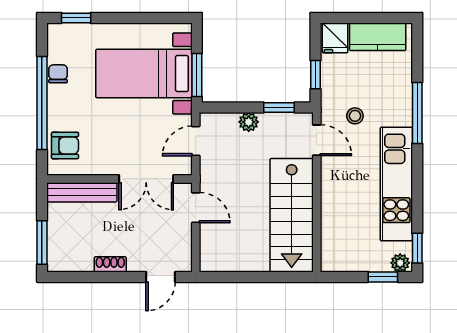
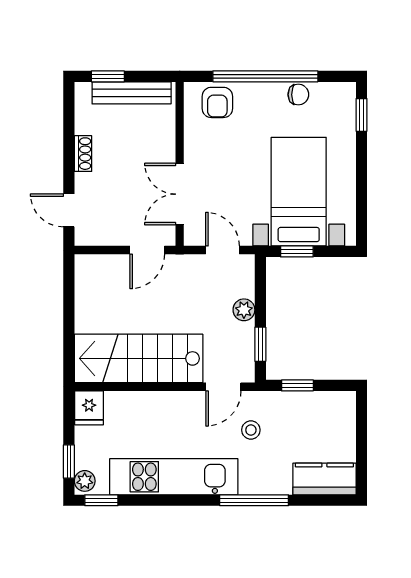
kitchen counter: (378, 37) -> (324, 479), moved, turned 90
fridge: (335, 38) -> (89, 408), moved, turned -90
window: (197, 75) -> (297, 251), width x0.67
bench: (82, 192) -> (132, 93), moved, turned 90
window: (42, 242) -> (108, 76), width x0.67

